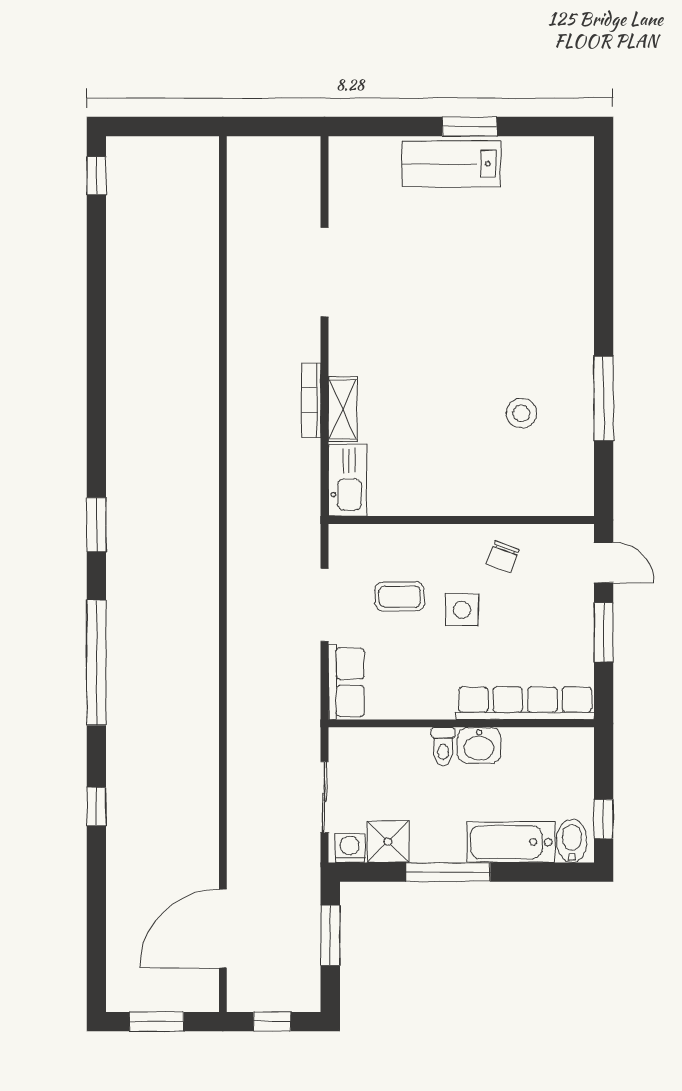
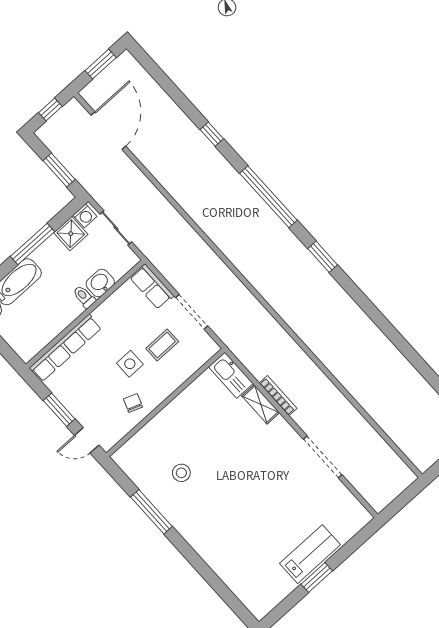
washbasin: (479, 746) -> (100, 283), moved

